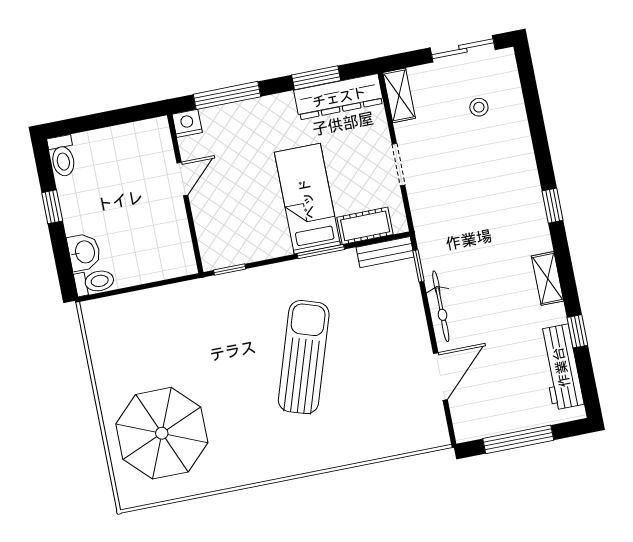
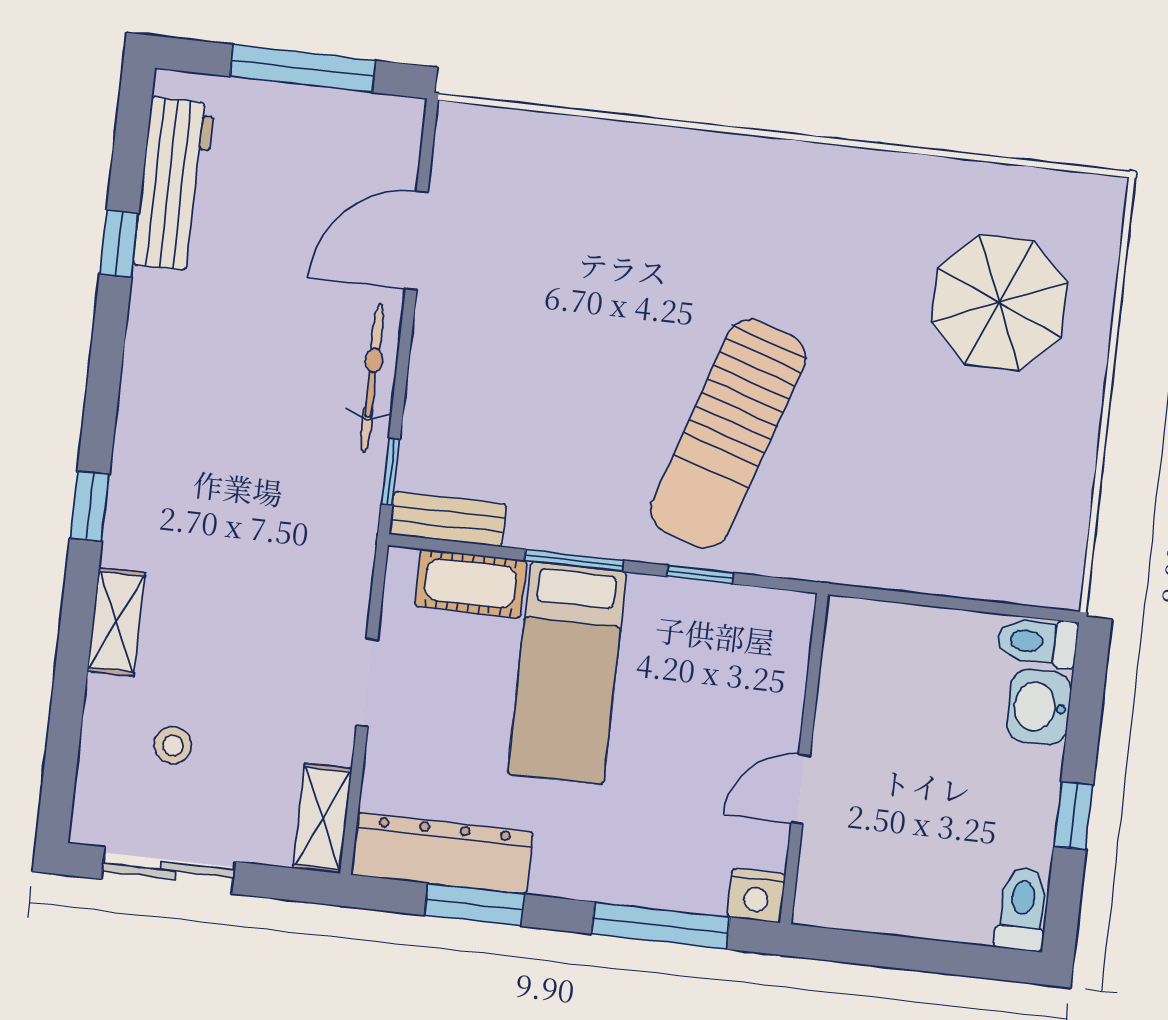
window: (230, 270) -> (700, 575), moved
shelving: (548, 278) -> (116, 622), moved
sun lounger: (304, 357) -> (728, 434), moved
parasol: (162, 433) -> (999, 303), width x0.73, depth x0.73

